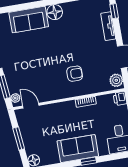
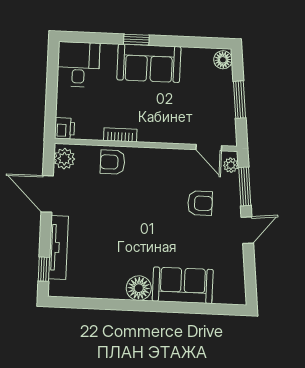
tv unit: (108, 26) -> (58, 247), width x1.41
armchair: (29, 71) -> (200, 203), added
armchair: (75, 74) -> (113, 162), moved

